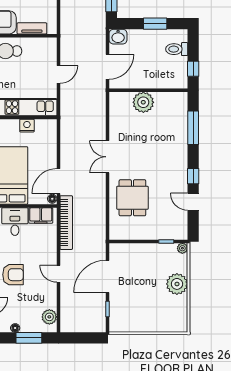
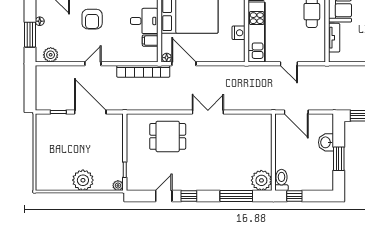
washbasin: (118, 37) -> (326, 142), moved
toilet: (177, 49) -> (281, 180), moved
plant: (143, 102) -> (261, 180), moved
filing cabinet: (41, 216) -> (150, 41), width x0.50

